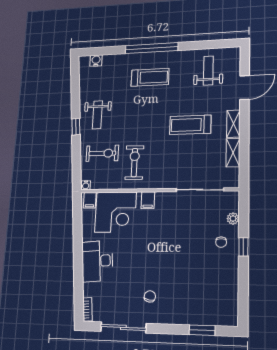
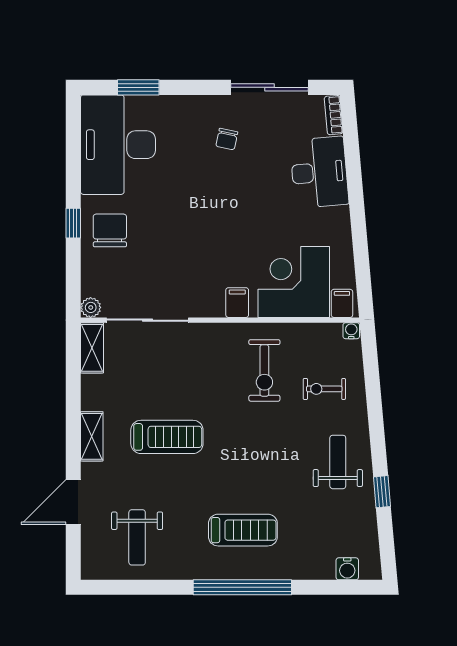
treadmill: (150, 77) -> (243, 530), turned 180
window: (76, 127) -> (382, 492), moved
exercise bike: (102, 153) -> (324, 389), width x0.73, depth x0.72
shelving: (233, 153) -> (92, 348), moved
plant: (233, 219) -> (91, 307), moved
chair: (221, 242) -> (110, 230), width x1.87, depth x1.87
desk: (97, 261) -> (319, 172), moved
desk: (215, 295) -> (118, 145), added

